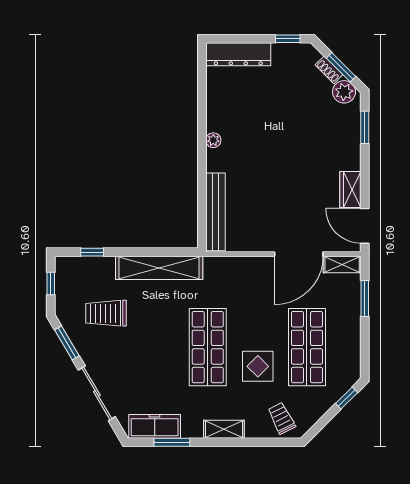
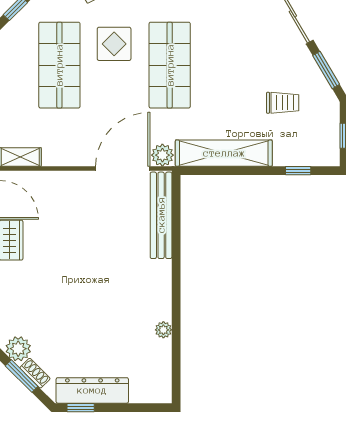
dresser: (238, 54) -> (92, 390), moved
plant: (213, 140) -> (163, 330), moved
door: (299, 254) -> (123, 168), moved
plant: (214, 266) -> (162, 155), added
trolley: (106, 313) -> (283, 103), width x0.73, depth x0.72

